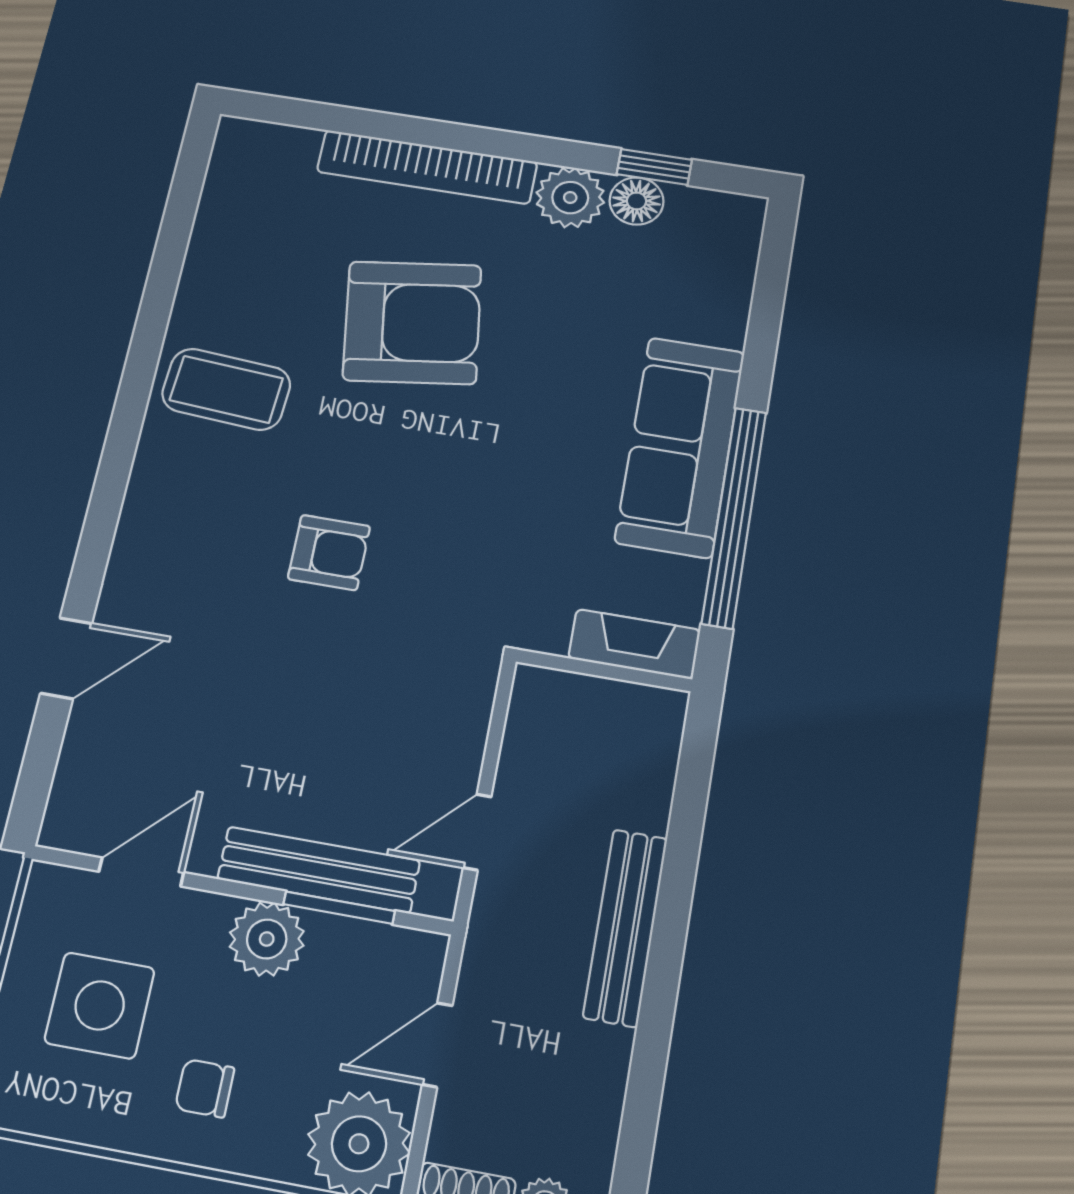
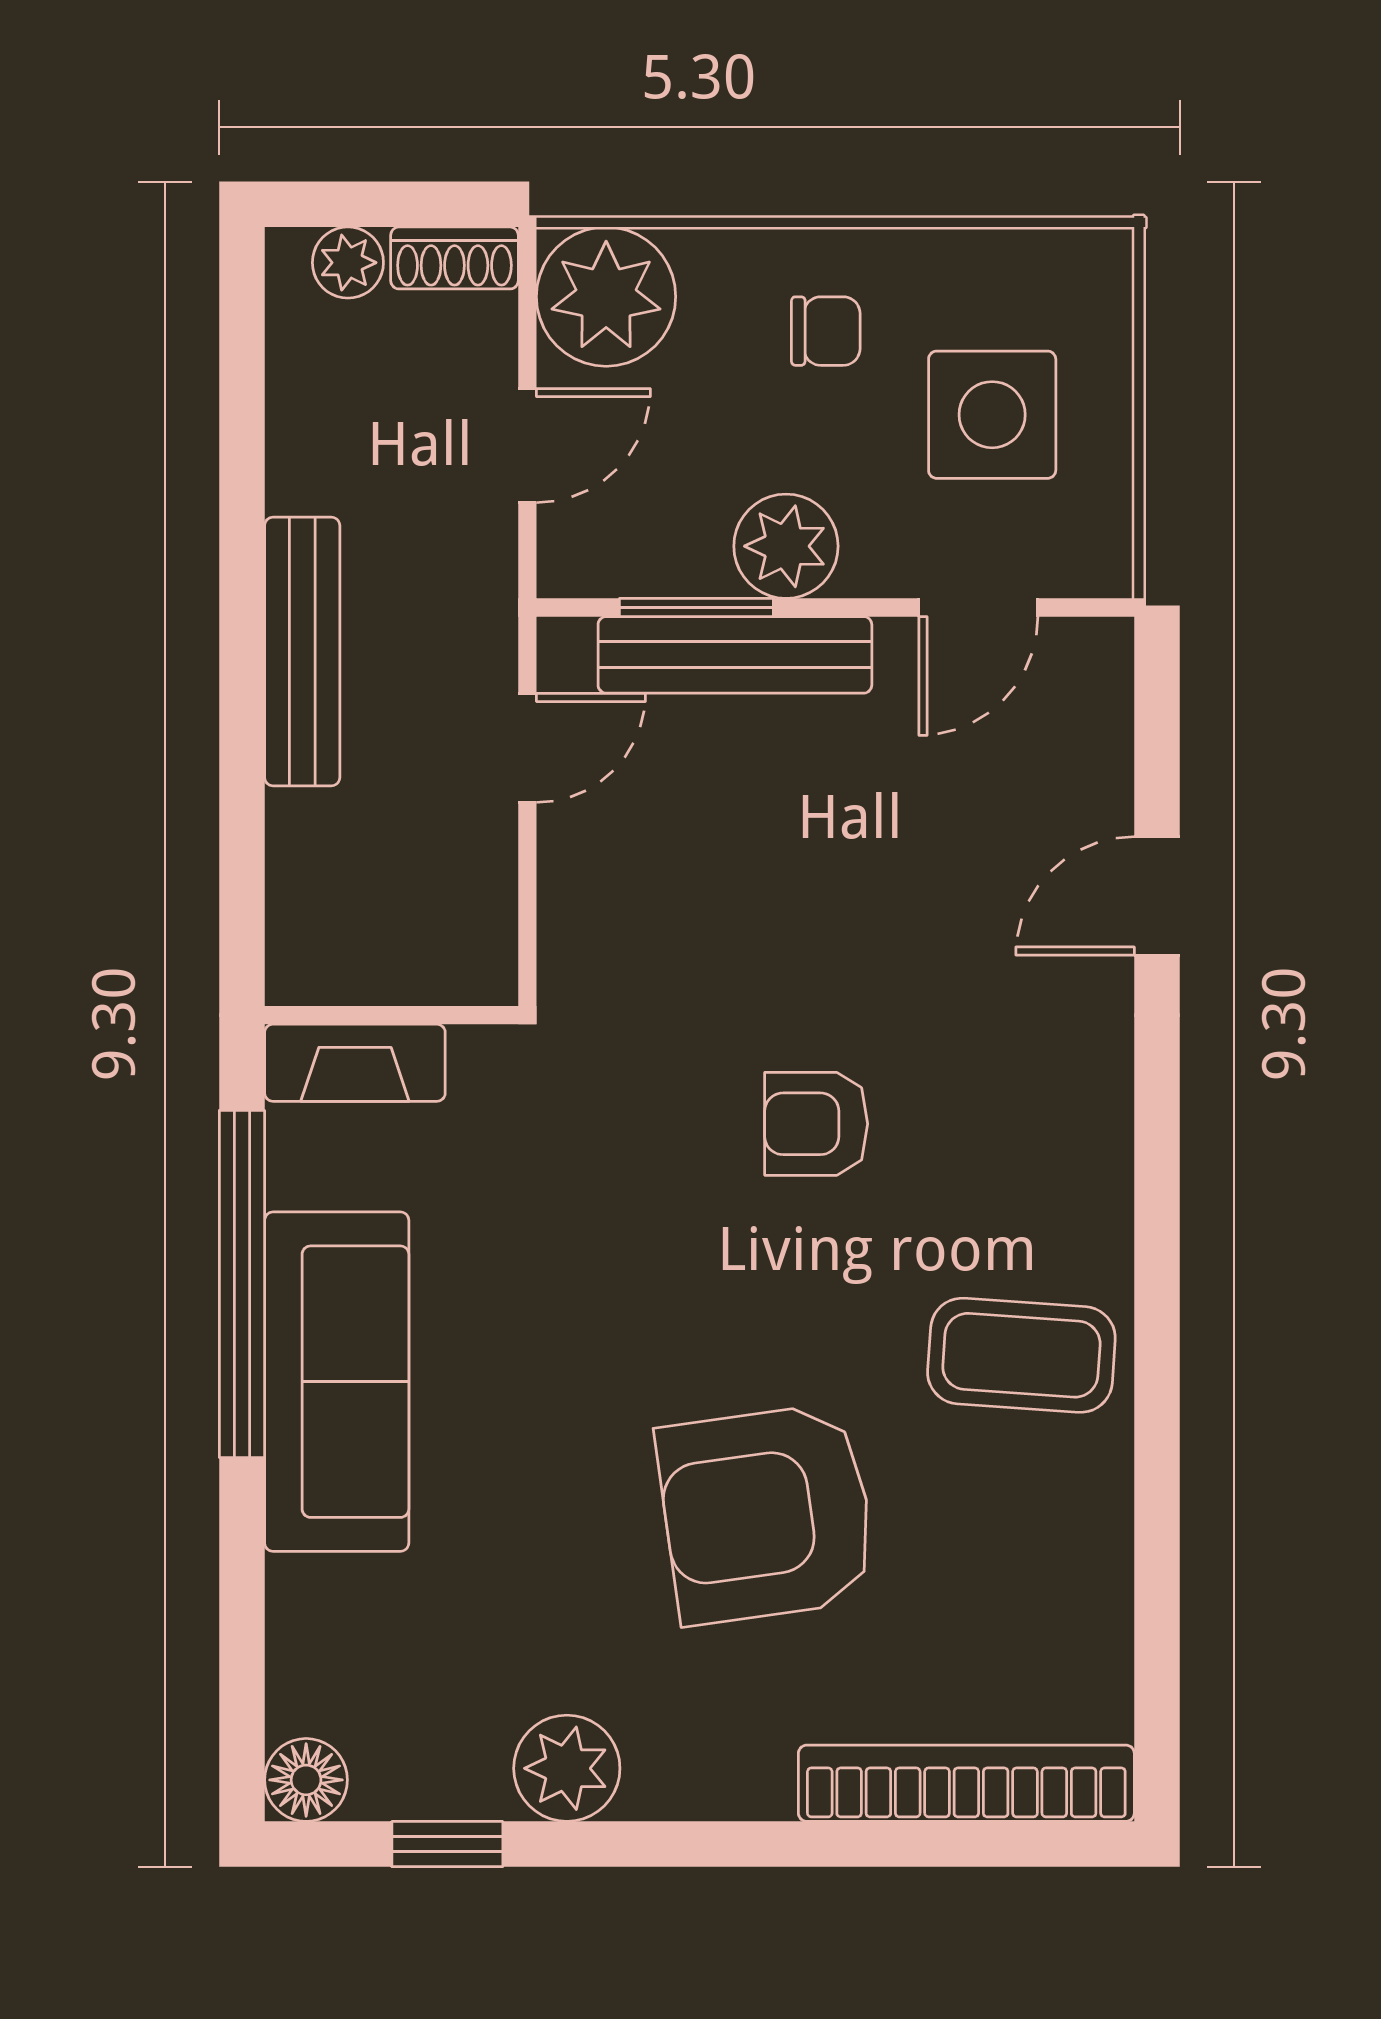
bookcase: (427, 167) -> (966, 1783), moved
floor lamp: (637, 201) -> (306, 1780), moved

